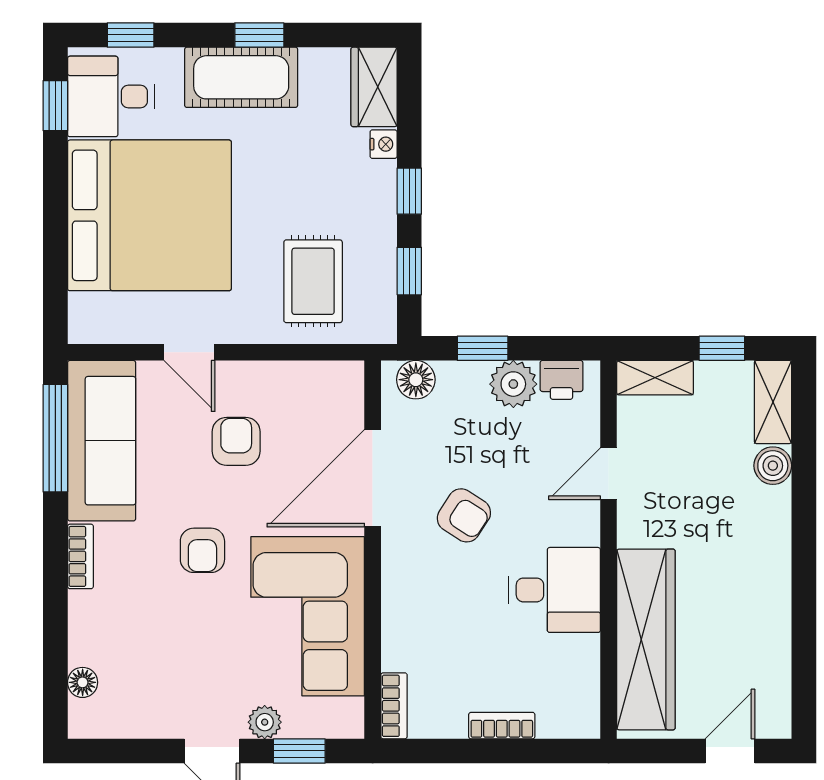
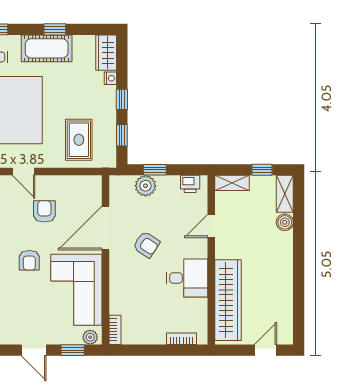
floor lamp: (416, 380) -> (125, 184), removed
plant: (513, 384) -> (146, 186), moved
plant: (265, 722) -> (90, 337), moved
bookcase: (502, 726) -> (181, 339), moved

